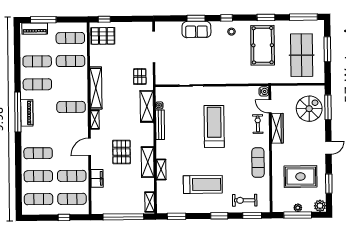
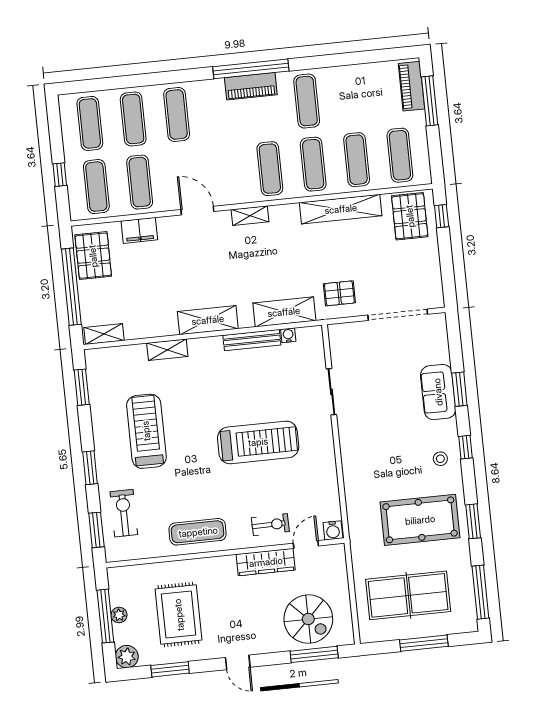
exercise mat: (37, 61) -> (313, 164), moved
shelving: (96, 88) -> (341, 209), moved
pallet: (122, 152) -> (93, 256), moved, turned 90
shelving: (148, 162) -> (208, 320), moved
treadmill: (203, 184) -> (146, 431), turned 180

